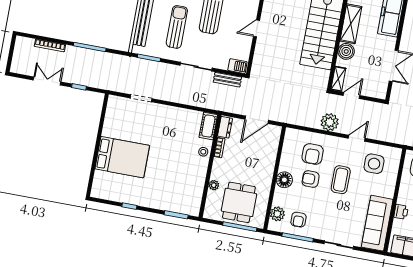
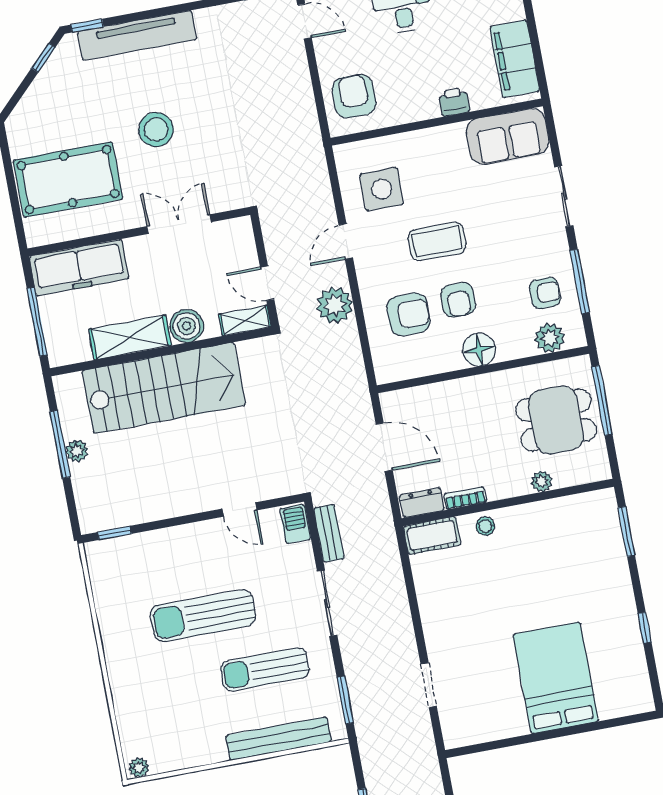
door: (257, 28) -> (240, 510), moved
door: (357, 138) -> (346, 241), hinge flipped
sofa: (377, 223) -> (508, 136), width x0.73

